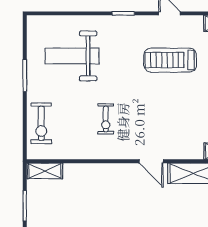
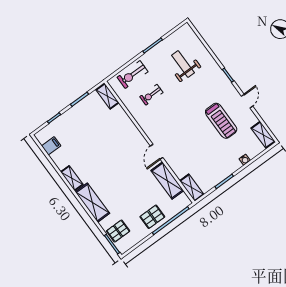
weight bench: (72, 56) -> (183, 64), width x0.73, depth x0.75
treadmill: (170, 60) -> (221, 121), turned 180
exercise bike: (106, 119) -> (151, 95), moved

